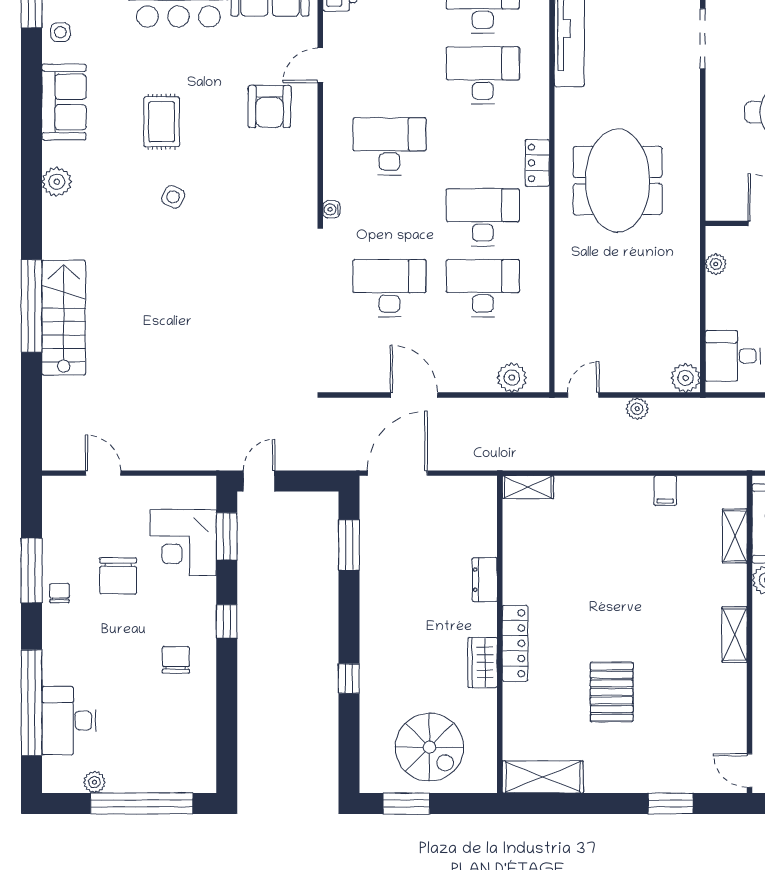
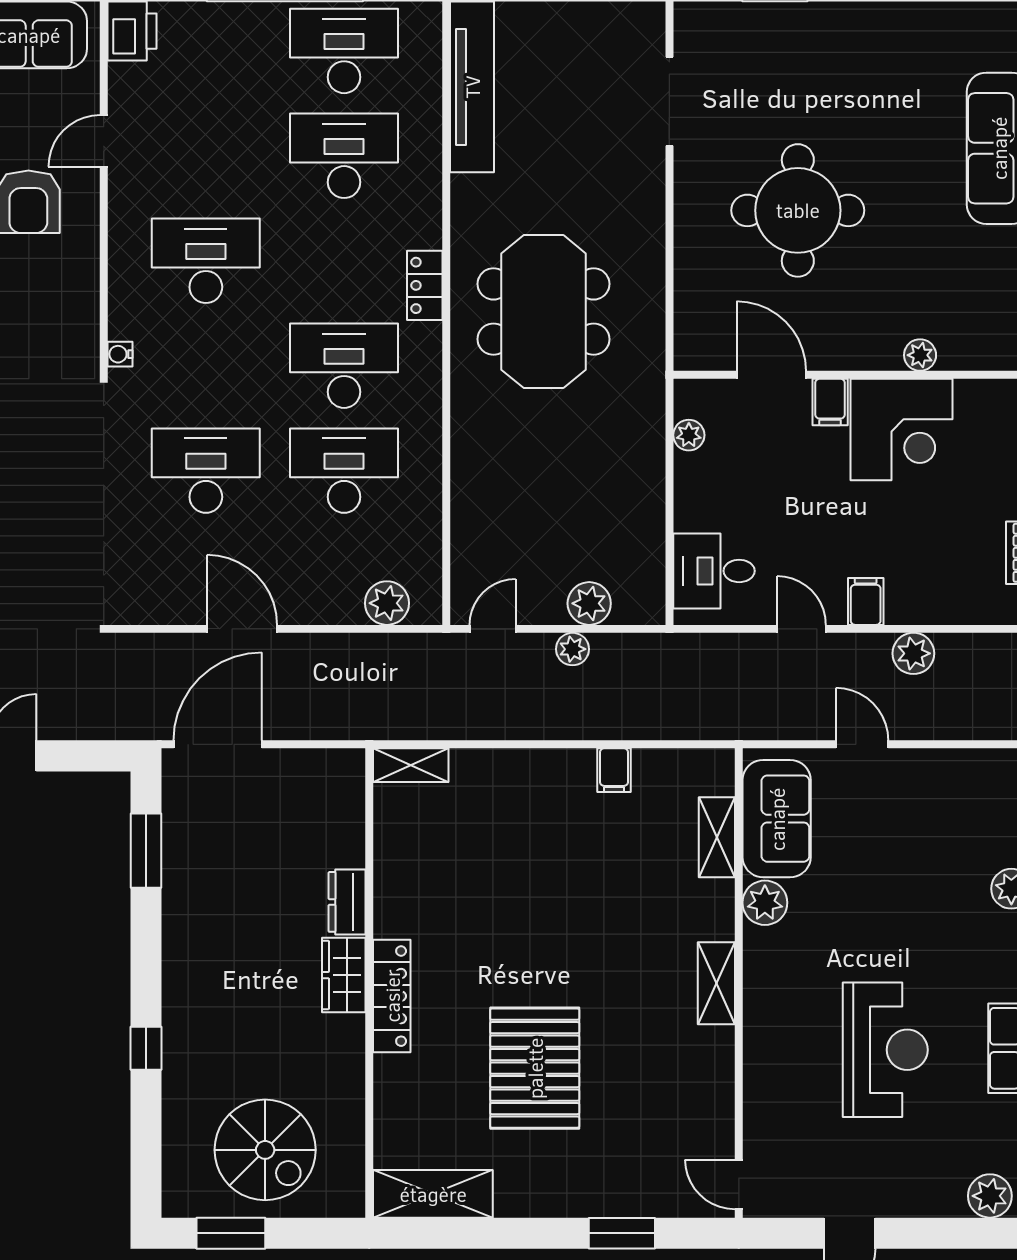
plant: (686, 378) -> (589, 603), moved
wardrobe: (483, 662) -> (344, 975), moved
pallet: (612, 692) -> (535, 1068), width x1.37, depth x1.41

